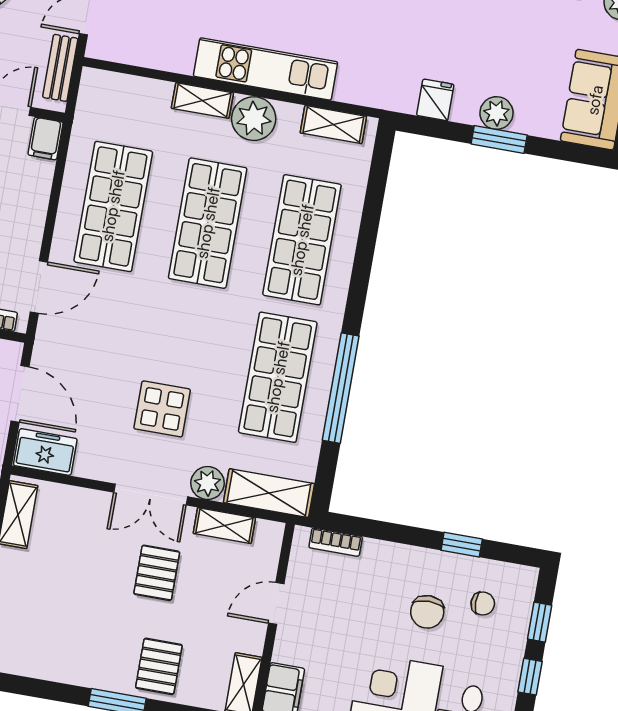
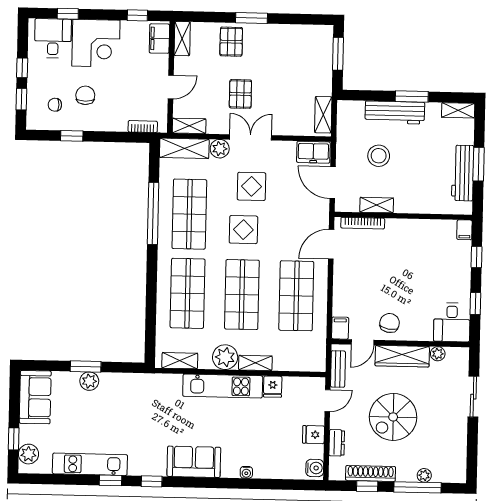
fridge: (435, 100) -> (273, 387), moved
display table: (188, 336) -> (243, 230), added
shelving: (224, 526) -> (189, 126), moved

